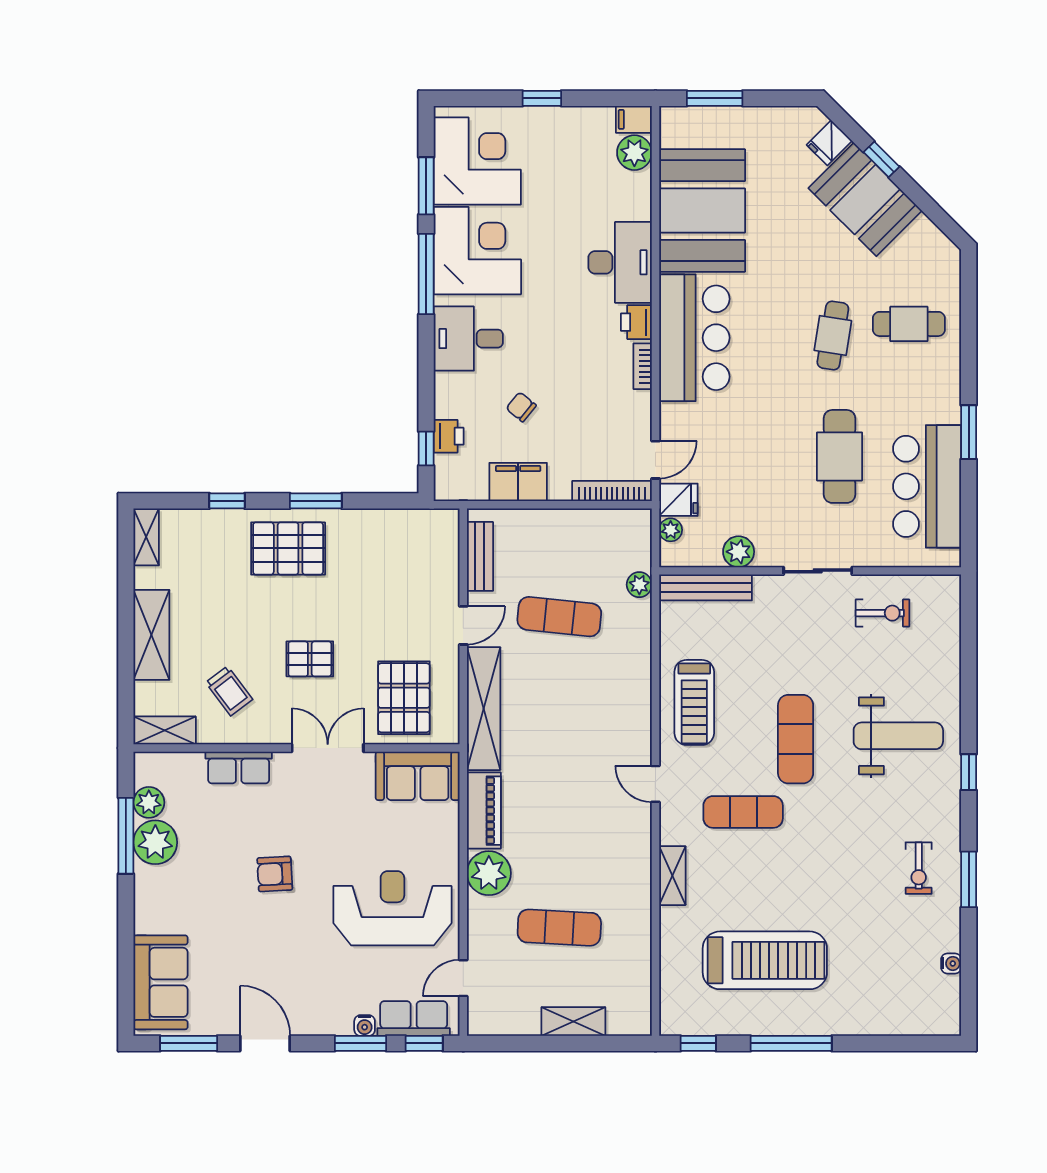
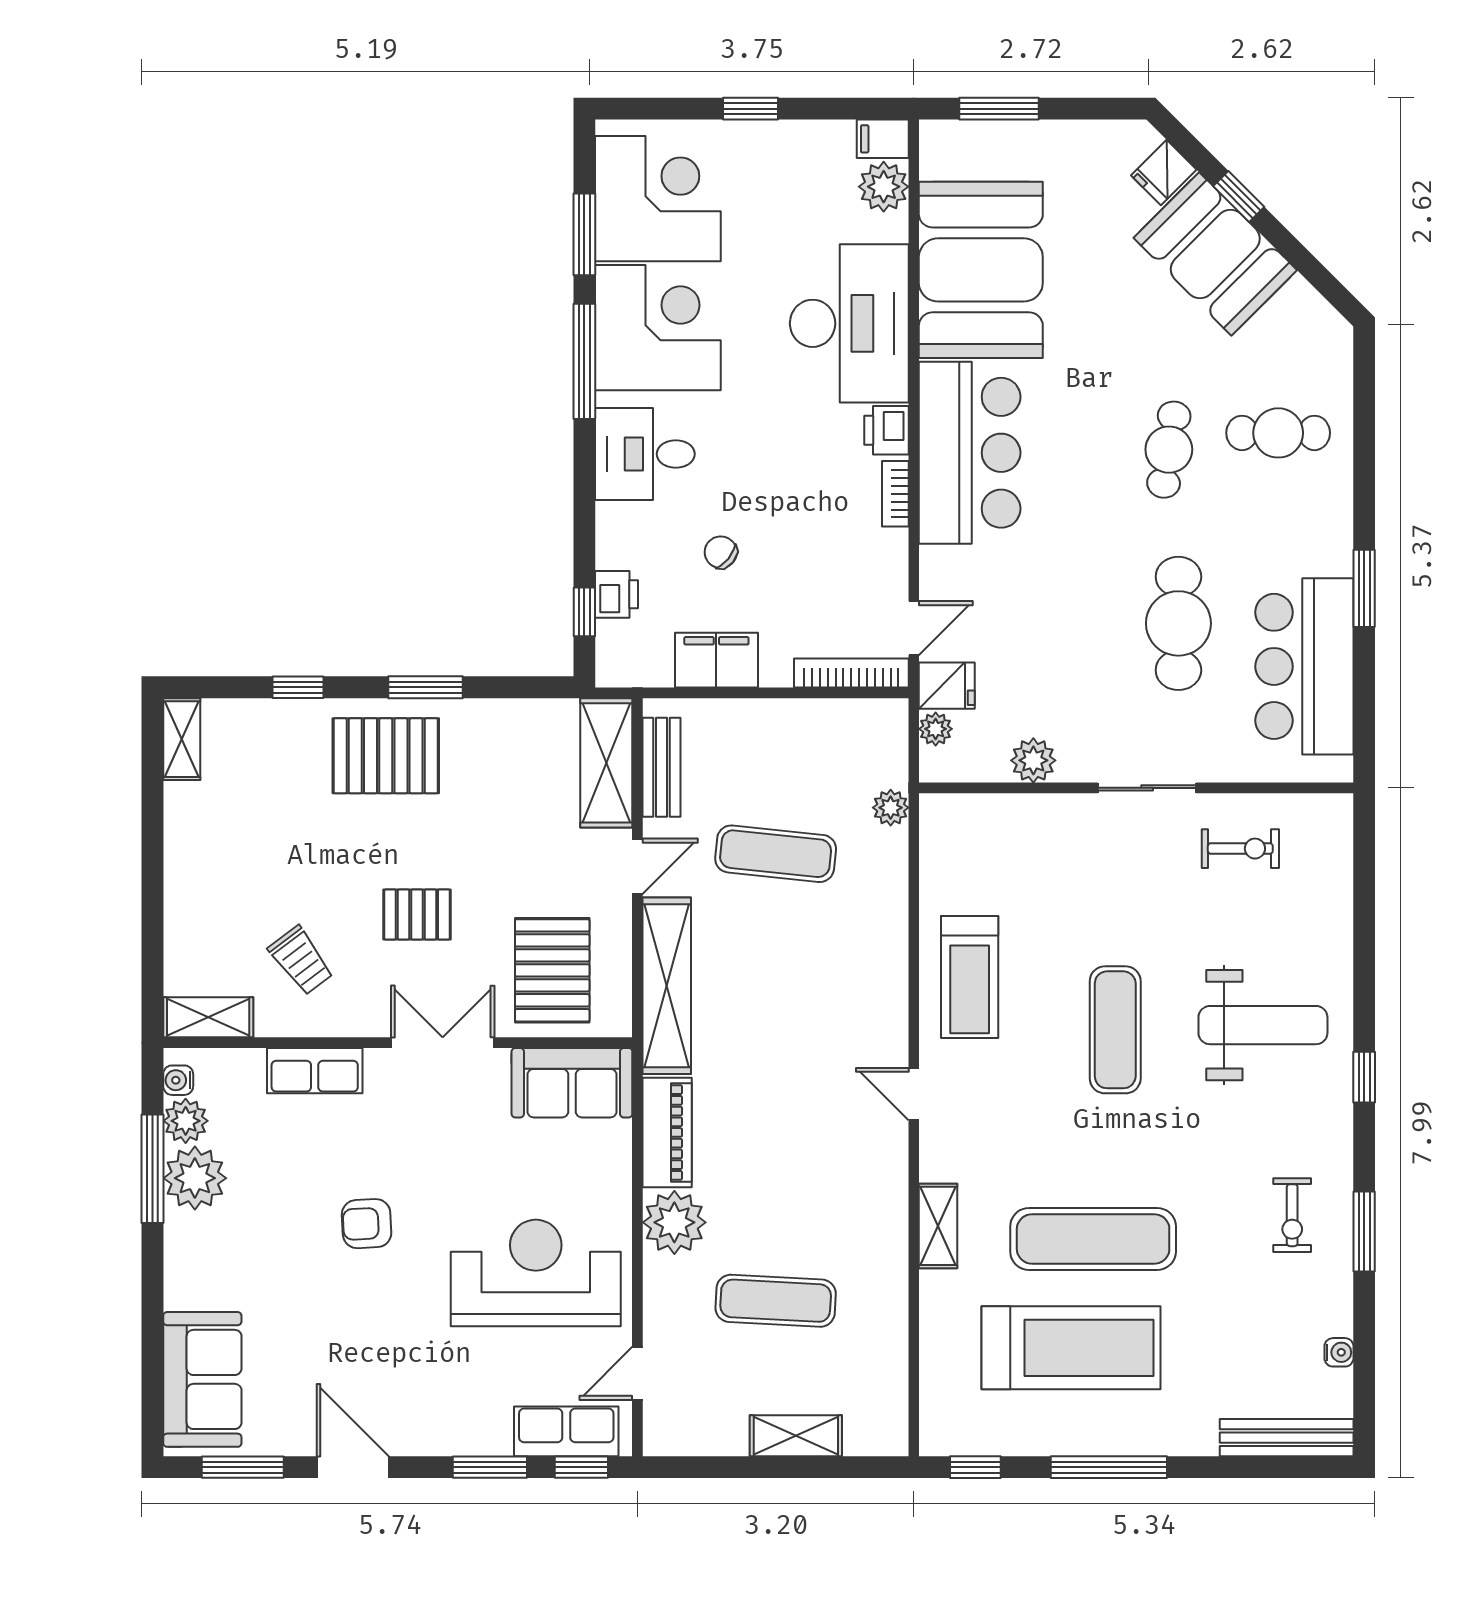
desk: (620, 262) -> (849, 323), width x1.36, depth x1.30
bench: (705, 587) -> (1287, 1438), moved
shelving: (151, 635) -> (606, 763), moved
exercise mat: (743, 812) -> (1093, 1239), moved, width x1.36, depth x1.45
water cooler: (365, 1026) -> (178, 1080), moved, turned 90

